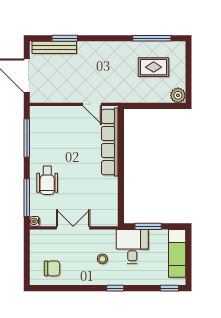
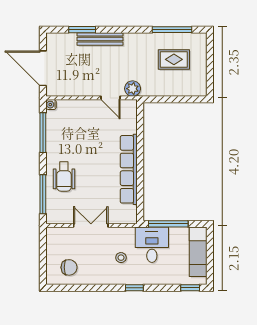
bench: (54, 47) -> (100, 39), moved
plant: (178, 95) -> (133, 89), moved
row of seats: (110, 142) -> (129, 169), moved
water cooler: (35, 221) -> (51, 105), moved
window: (148, 226) -> (168, 224), width x1.44

